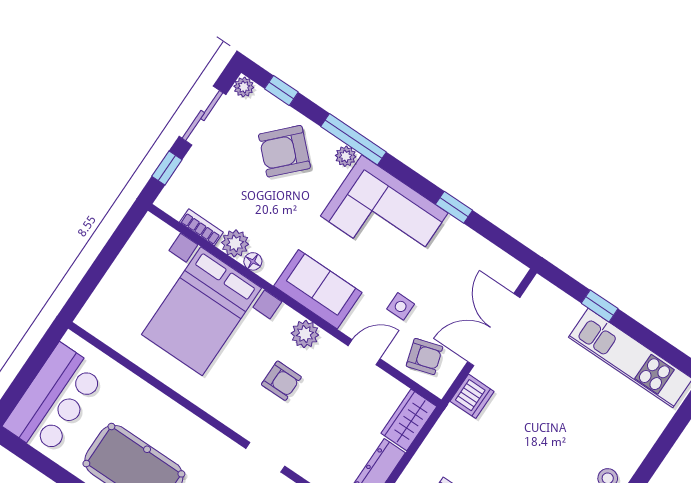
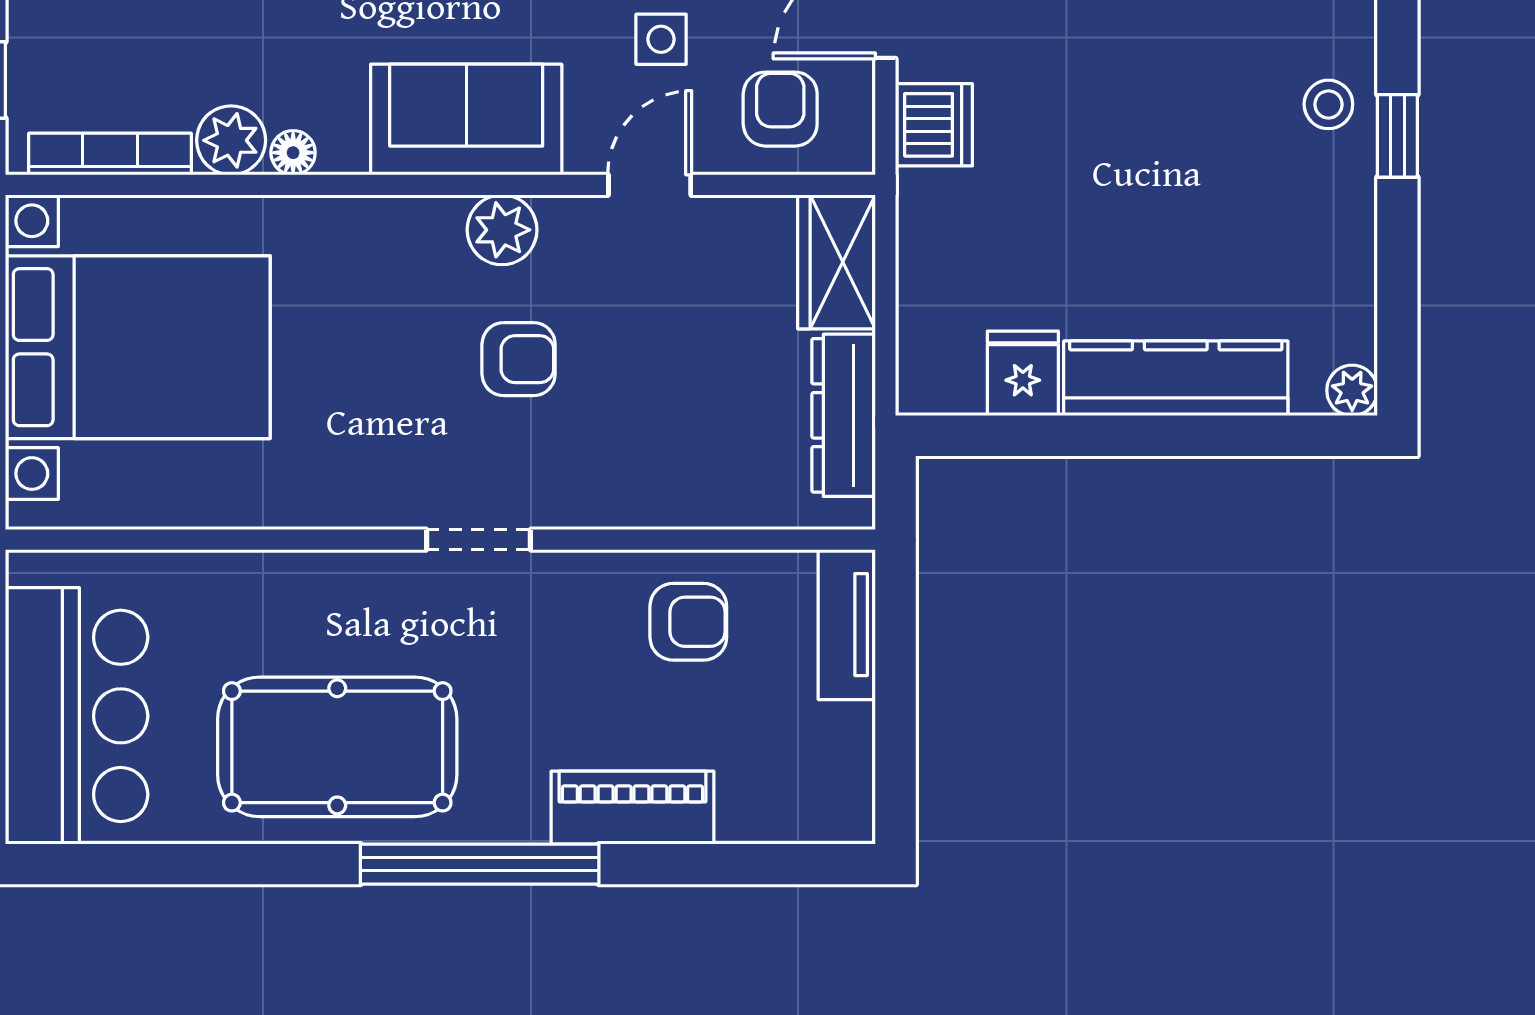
bookcase: (201, 227) -> (110, 154), width x1.56
bed with nightstands: (202, 311) -> (138, 347), moved, turned -90
armchair: (425, 356) -> (780, 109), turned -73
doorway: (265, 457) -> (479, 540), moved

